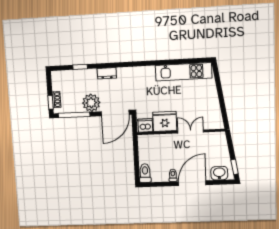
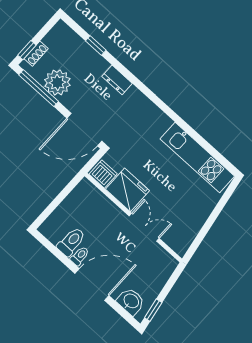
plant: (91, 103) -> (57, 83), moved
toilet: (145, 173) -> (71, 242), moved

